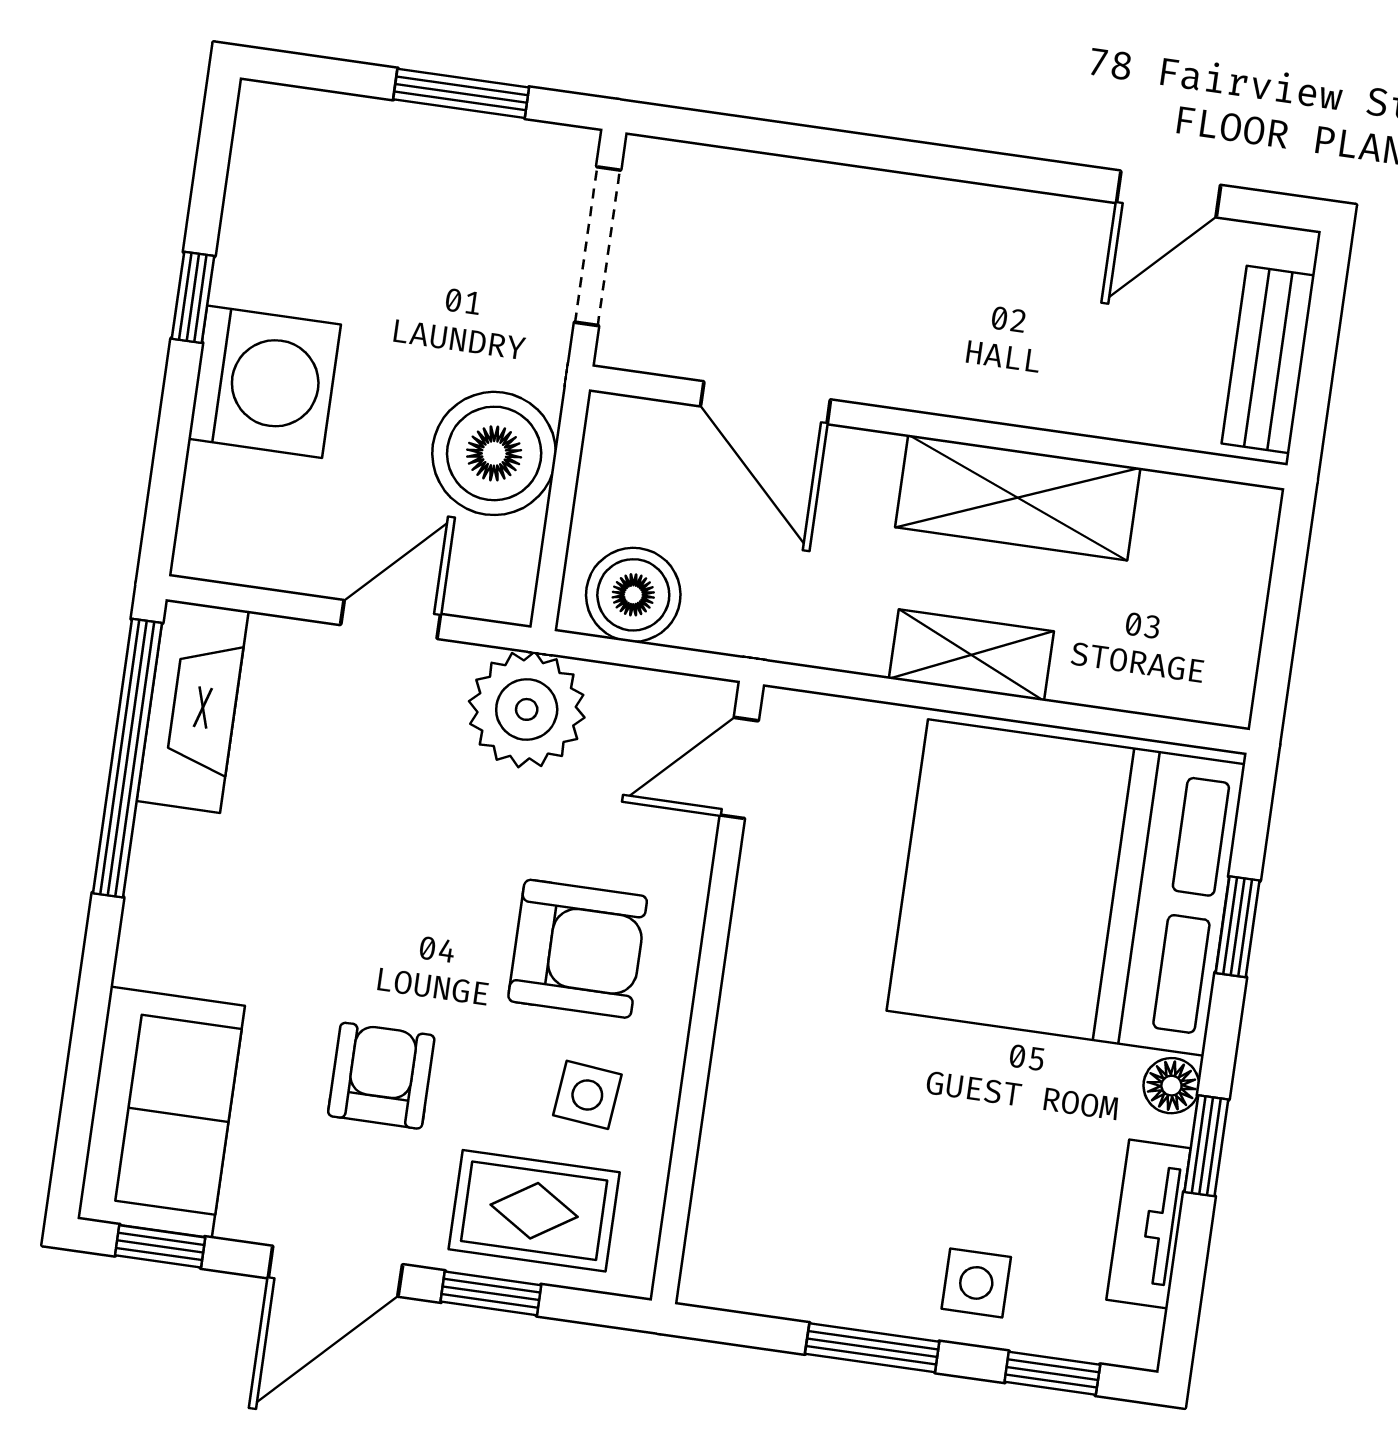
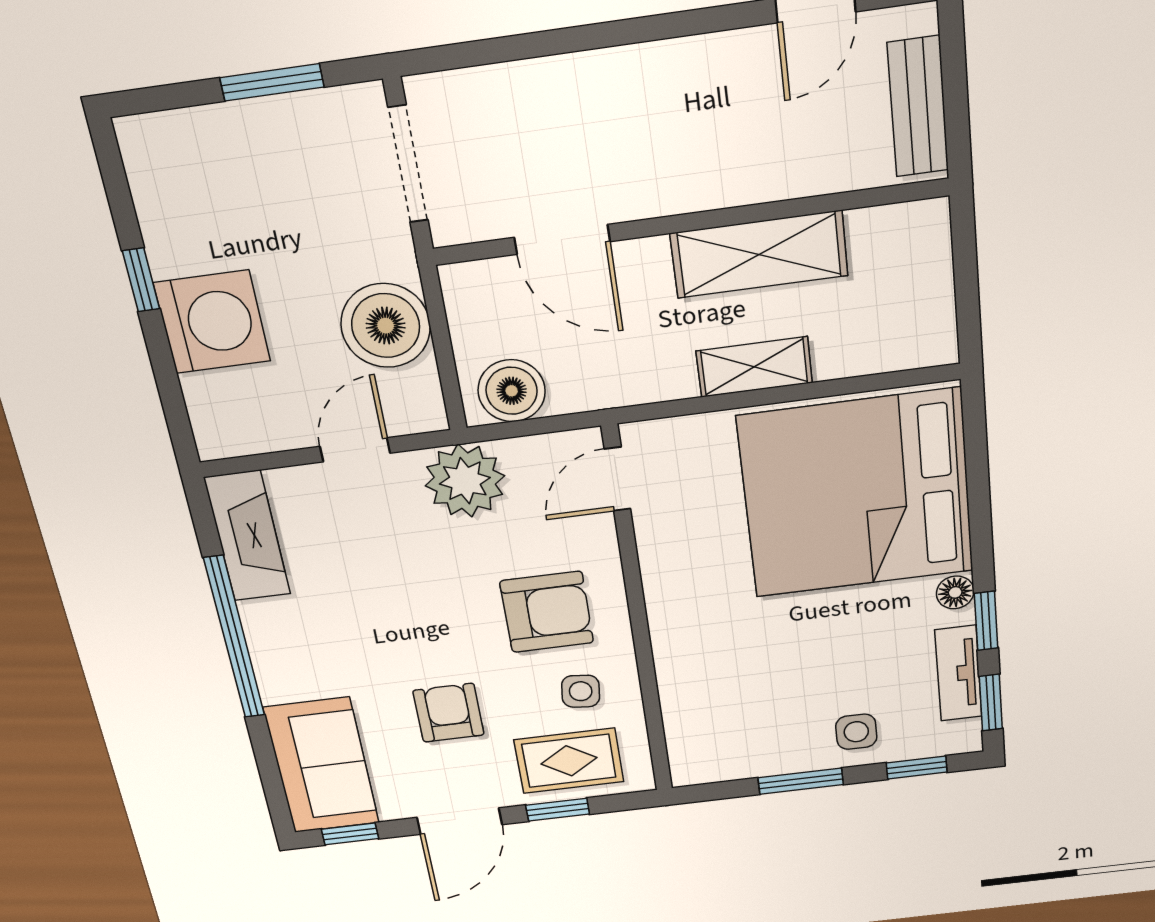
window: (127, 758) -> (234, 638), moved
window: (1238, 927) -> (991, 703), moved

